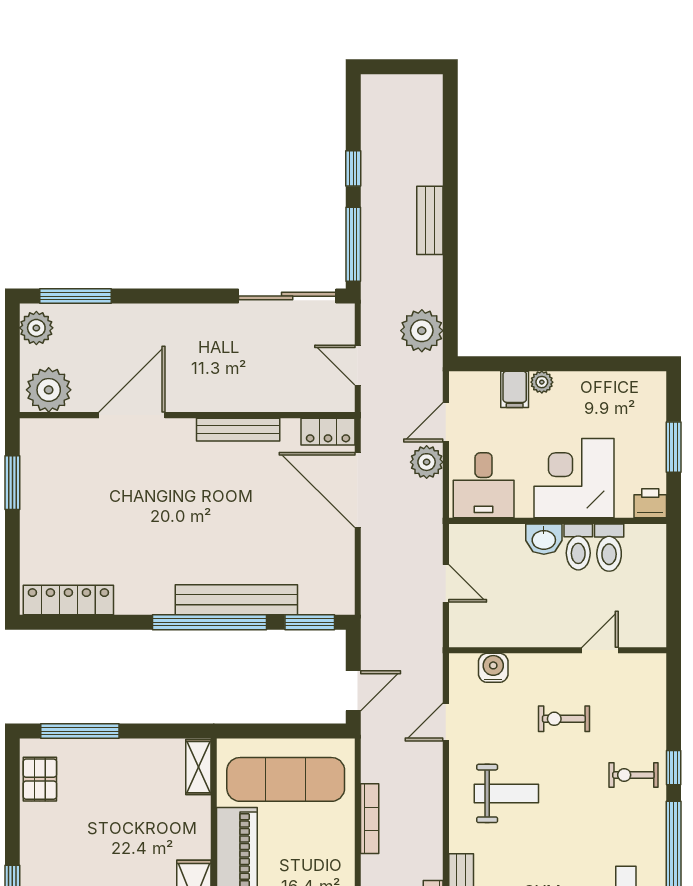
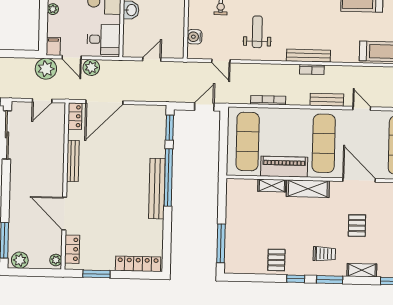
plant: (422, 331) -> (46, 69), moved
filing cabinet: (515, 389) -> (53, 46), moved, turned -90
plant: (49, 390) -> (56, 260), width x0.53, depth x0.53
locker: (61, 432) -> (72, 249), added
locker: (68, 600) -> (138, 264), moved, turned 90
bench: (236, 600) -> (157, 189), moved
door: (353, 691) -> (204, 107), hinge flipped
shelving: (198, 767) -> (272, 186), moved
pallet: (40, 779) -> (276, 260), moved, turned 90

